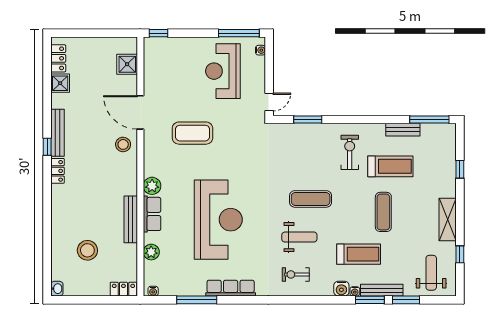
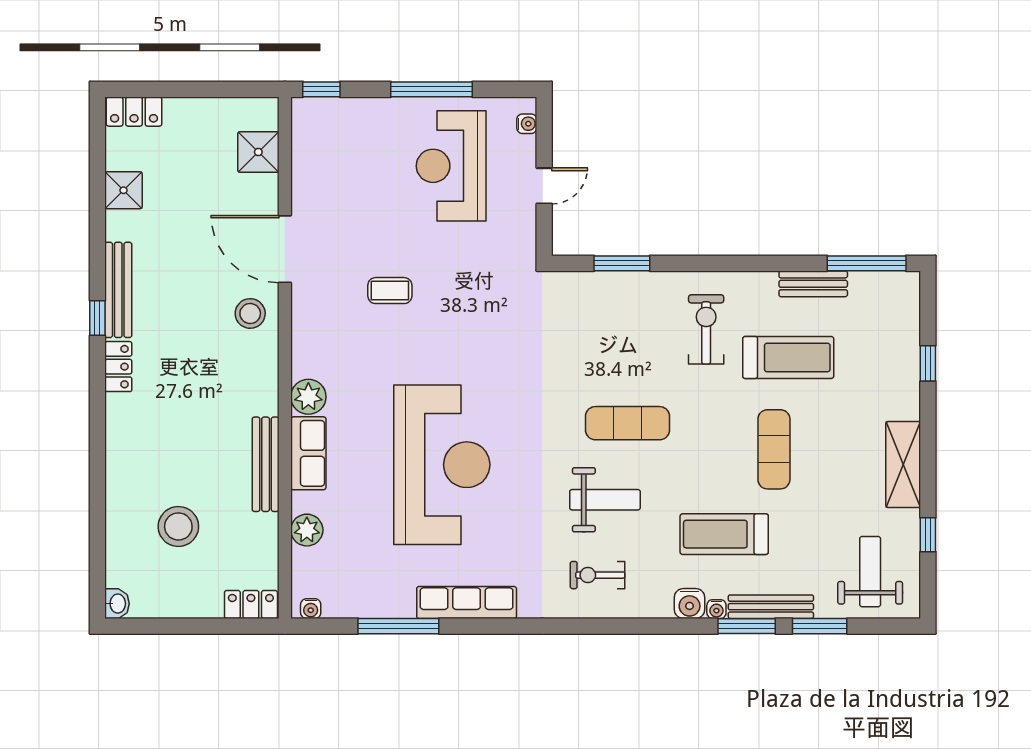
window: (239, 33) -> (431, 89), moved
locker: (58, 58) -> (134, 112), moved, turned 90
door: (269, 102) -> (544, 186), moved
coffee table: (192, 133) -> (390, 291), width x0.54, depth x0.58
treadmill: (359, 254) -> (724, 534), turned 180

